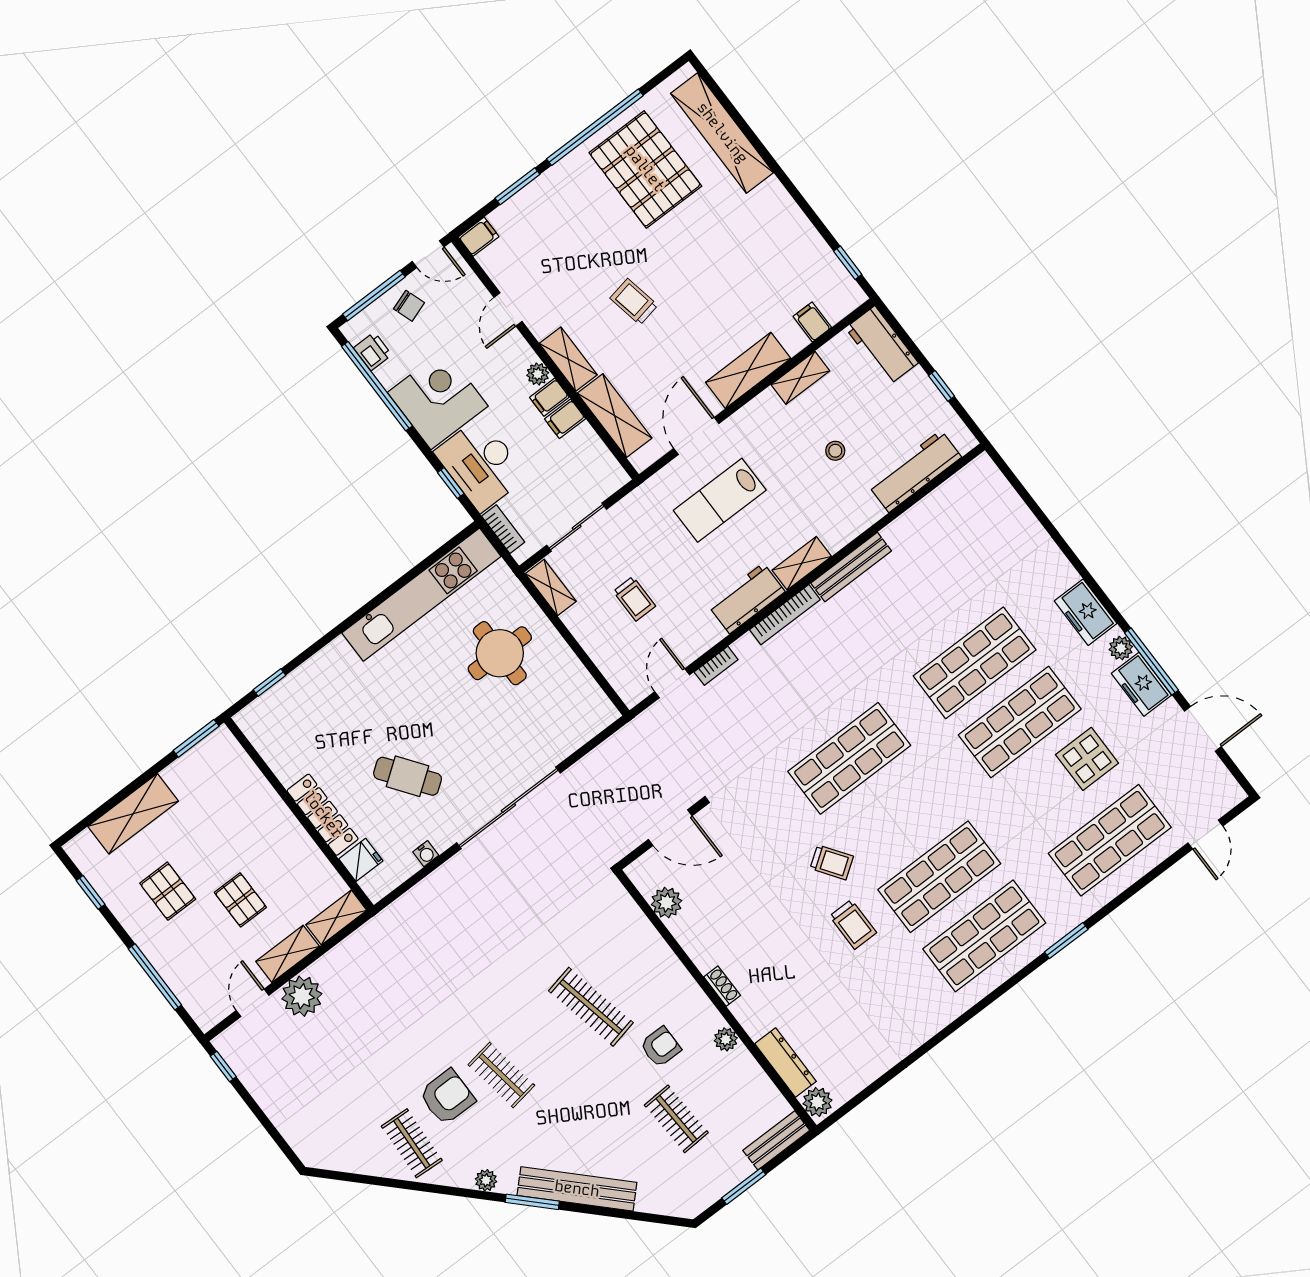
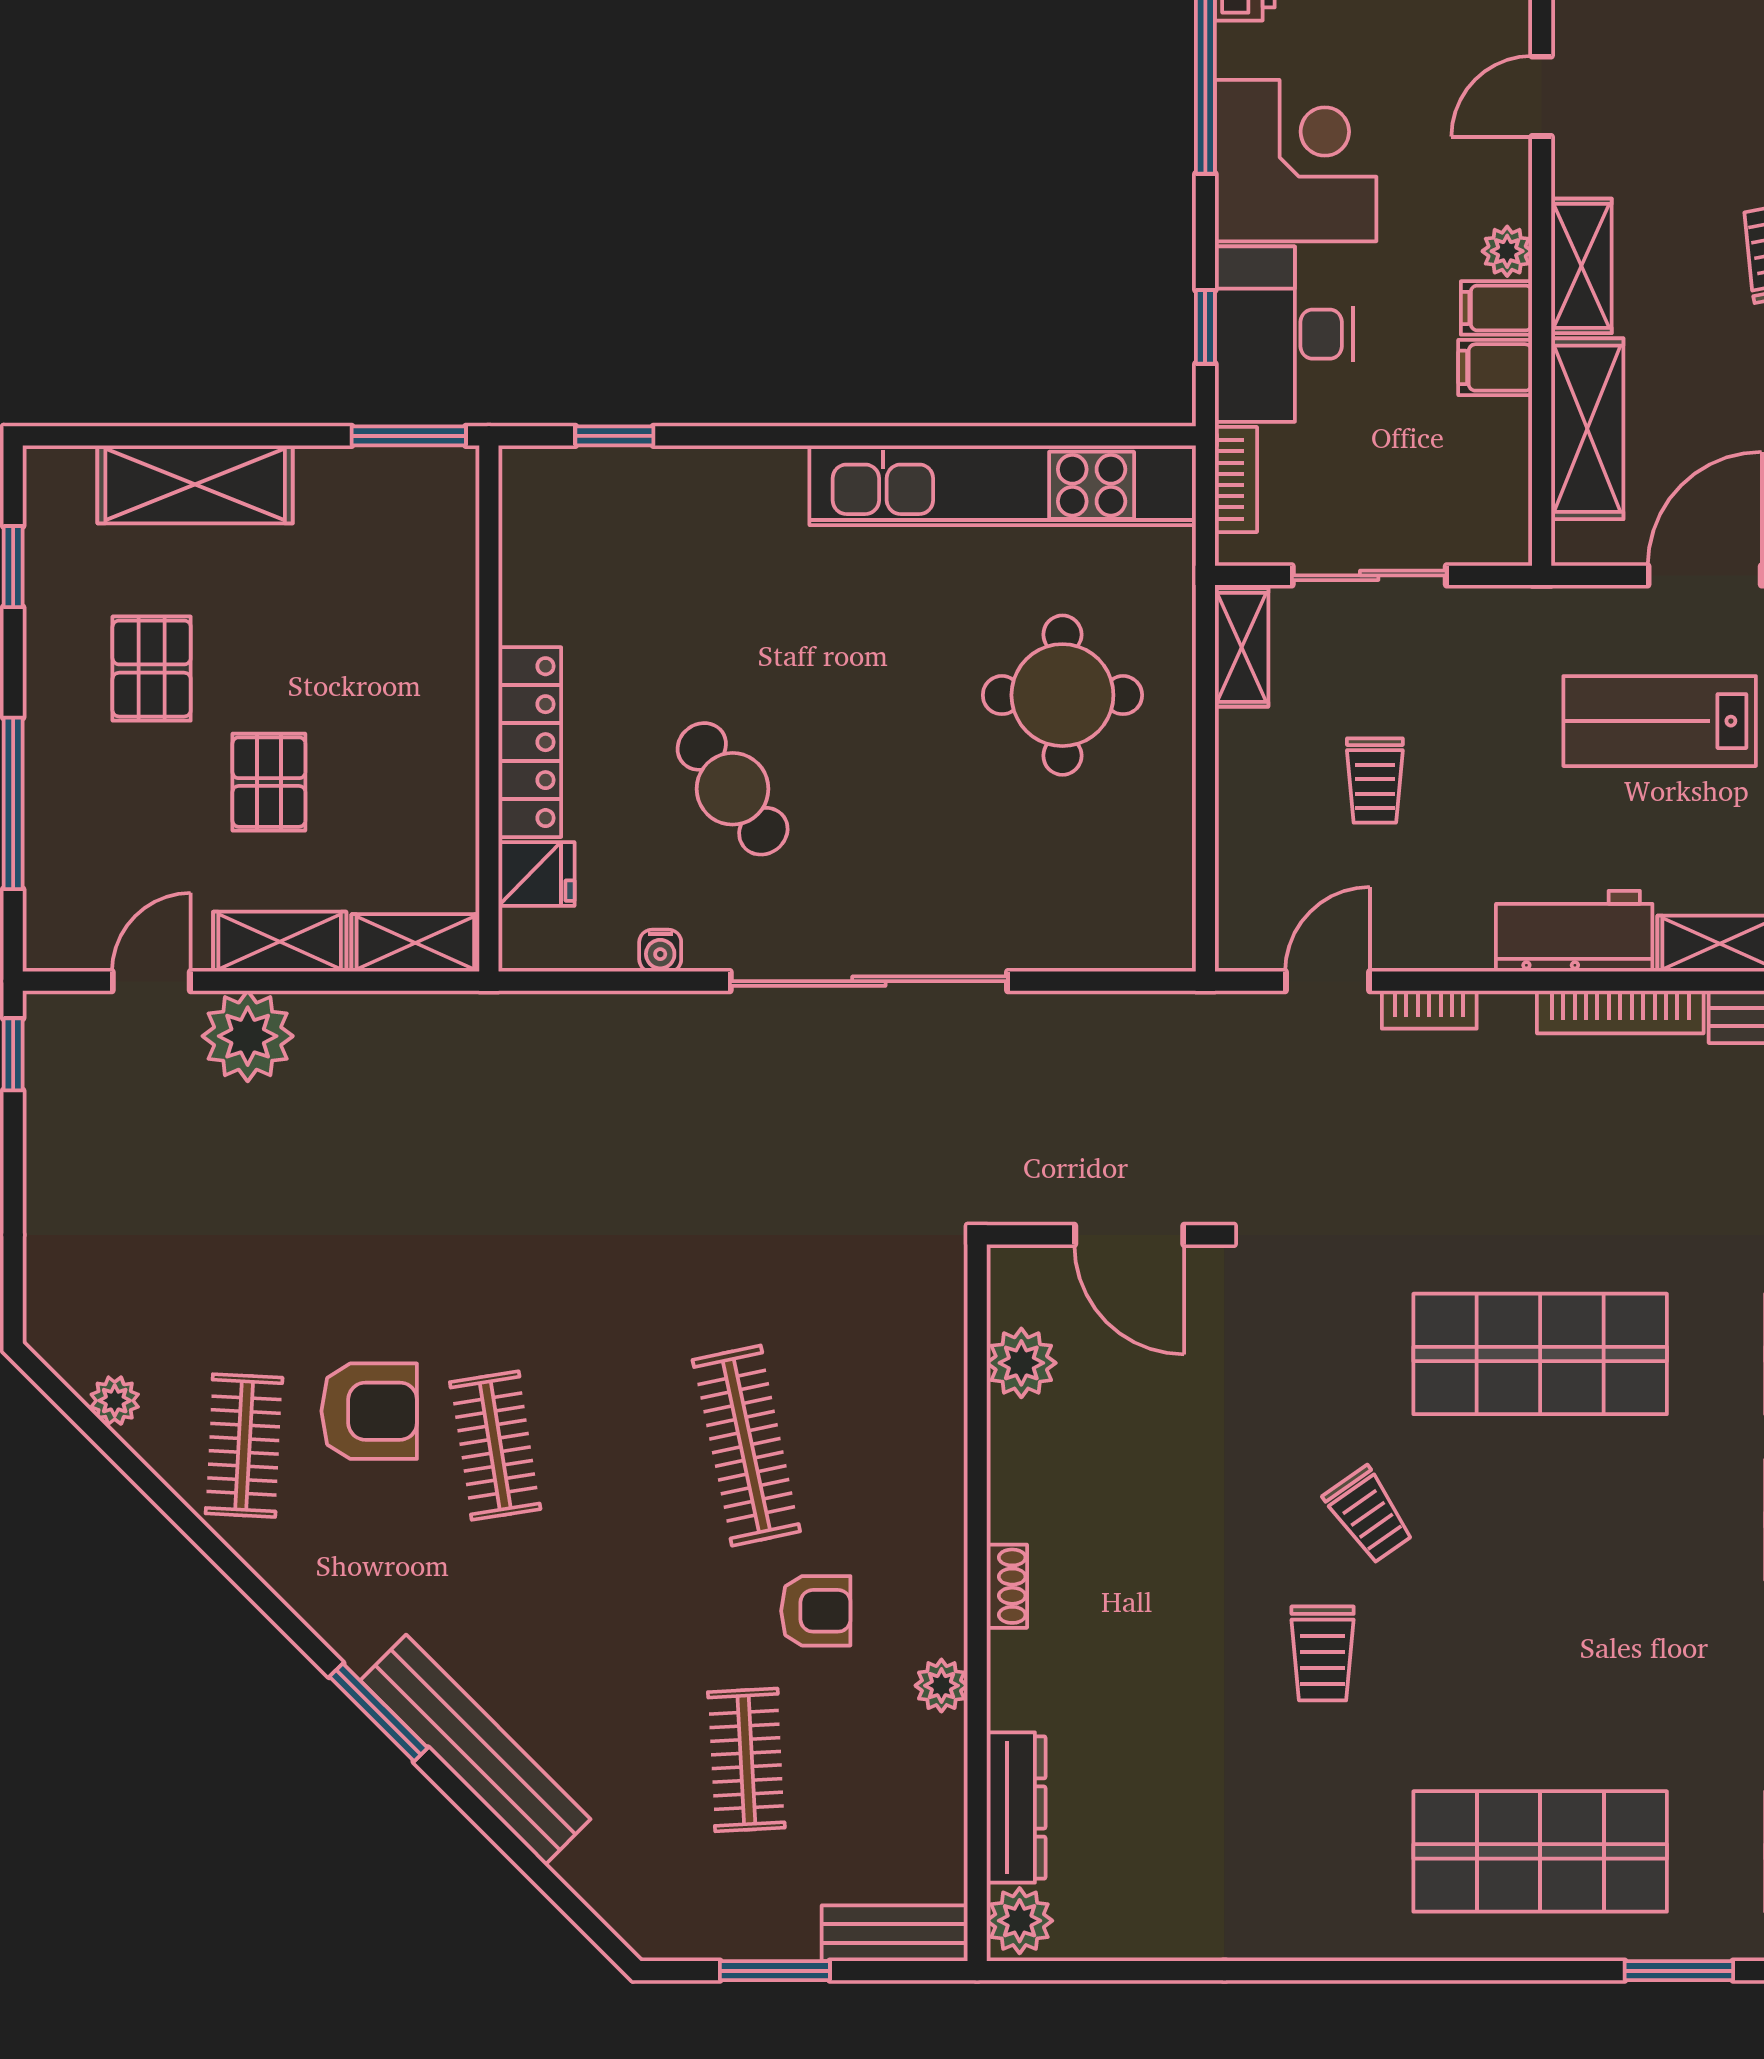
shop shelf: (939, 877) -> (1540, 1686), removed
plant: (486, 1180) -> (115, 1401), moved

